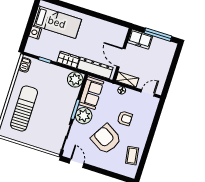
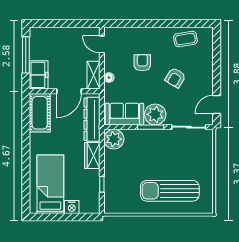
cot: (112, 31) -> (40, 113), added
barbecue: (25, 65) -> (116, 207), removed
armchair: (106, 139) -> (175, 78), width x0.53, depth x0.53

